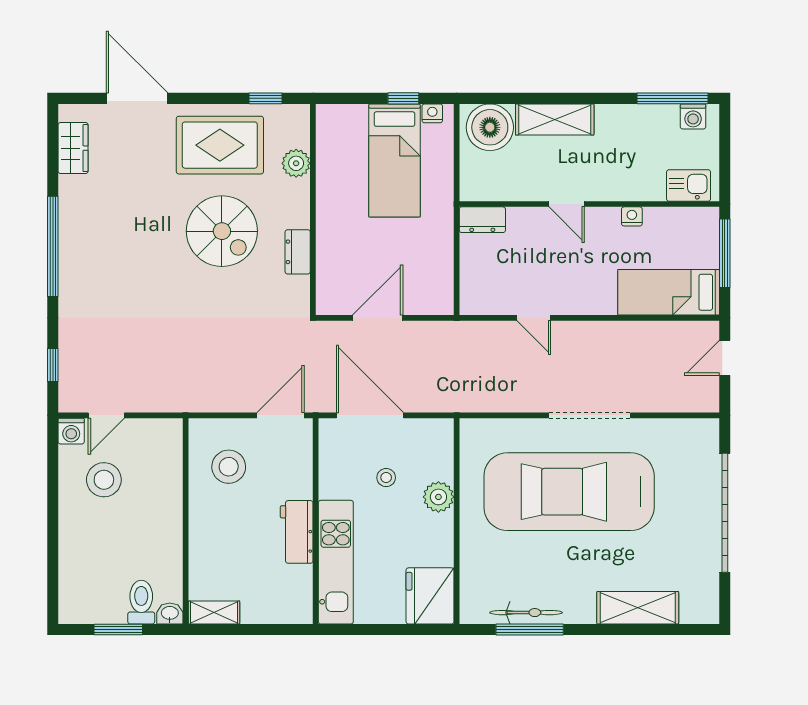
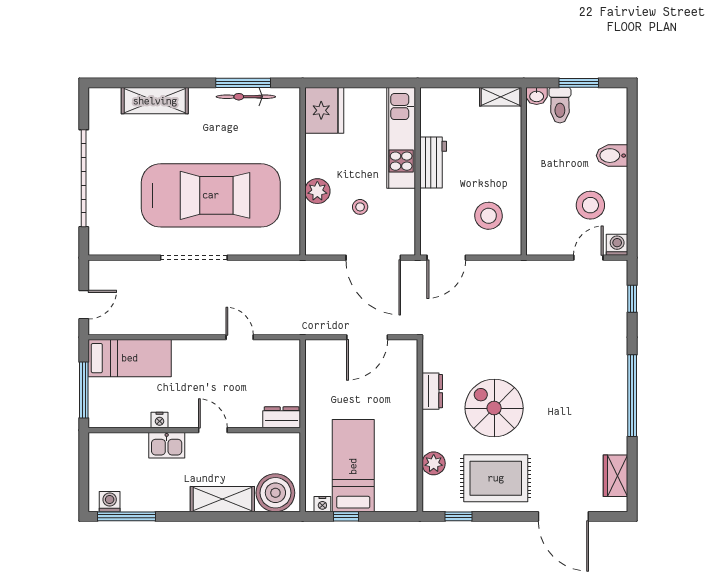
kitchen sink: (689, 185) -> (167, 445), moved
bidet: (77, 540) -> (612, 156), added

